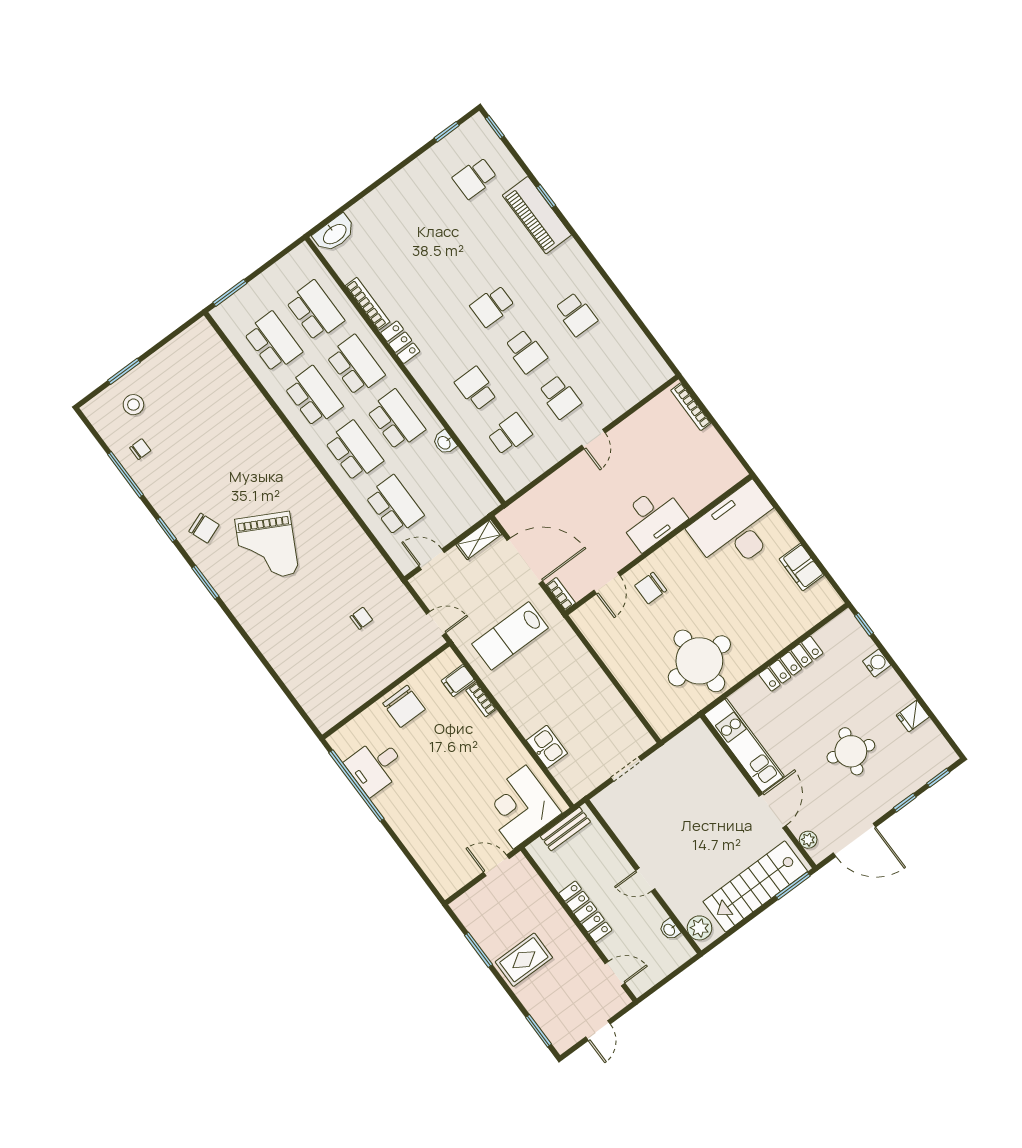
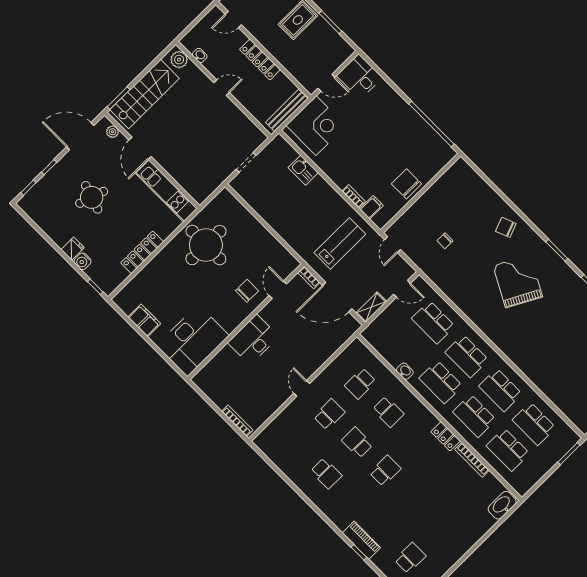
piano: (537, 215) -> (361, 540), width x0.73, depth x0.75
school desk: (576, 314) -> (326, 473), turned 180
school desk: (560, 397) -> (329, 414), turned 90
chair: (204, 528) -> (506, 227), moved
door: (436, 623) -> (392, 245), hinge flipped
fridge: (913, 716) -> (73, 249), moved
desk: (376, 766) -> (359, 77), moved, turned -90
bench: (565, 829) -> (287, 110), width x1.36

